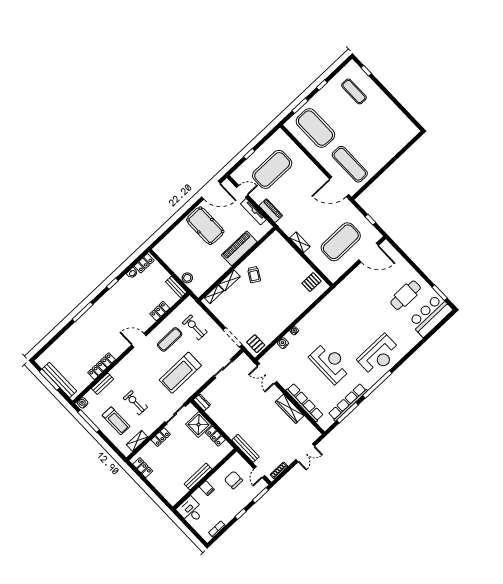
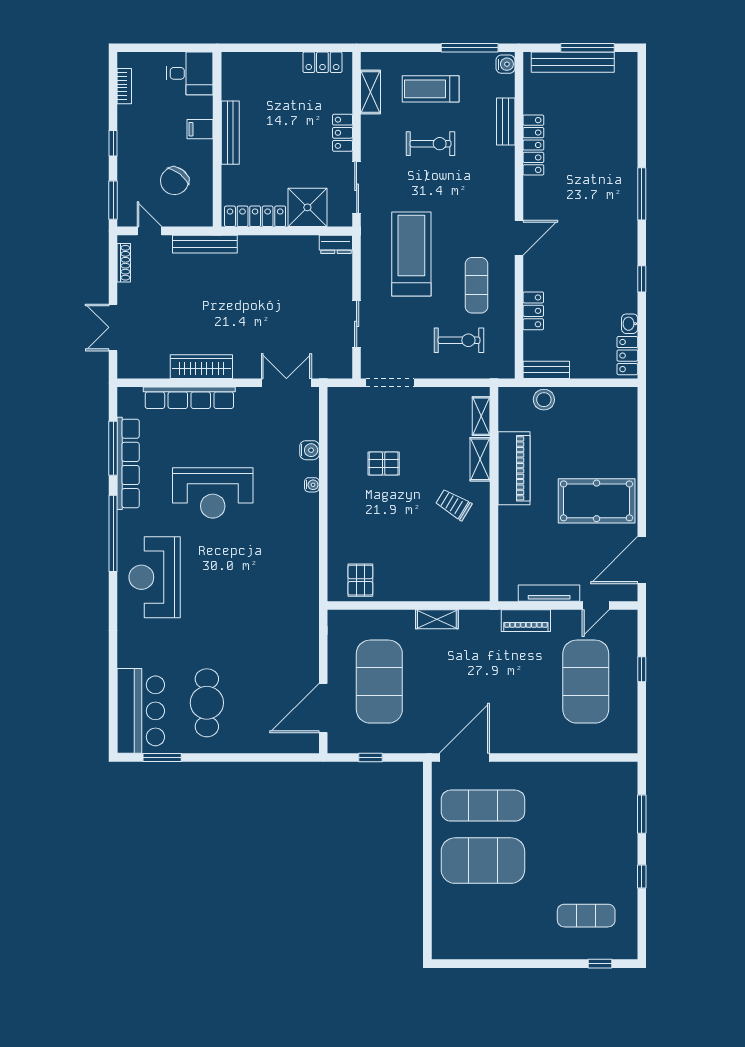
exercise mat: (315, 128) -> (483, 861), moved
piano: (239, 248) -> (514, 468), moved
pallet: (256, 344) -> (384, 464), moved
locker: (215, 436) -> (255, 216), width x1.53
chair: (233, 480) -> (174, 181), turned 128

